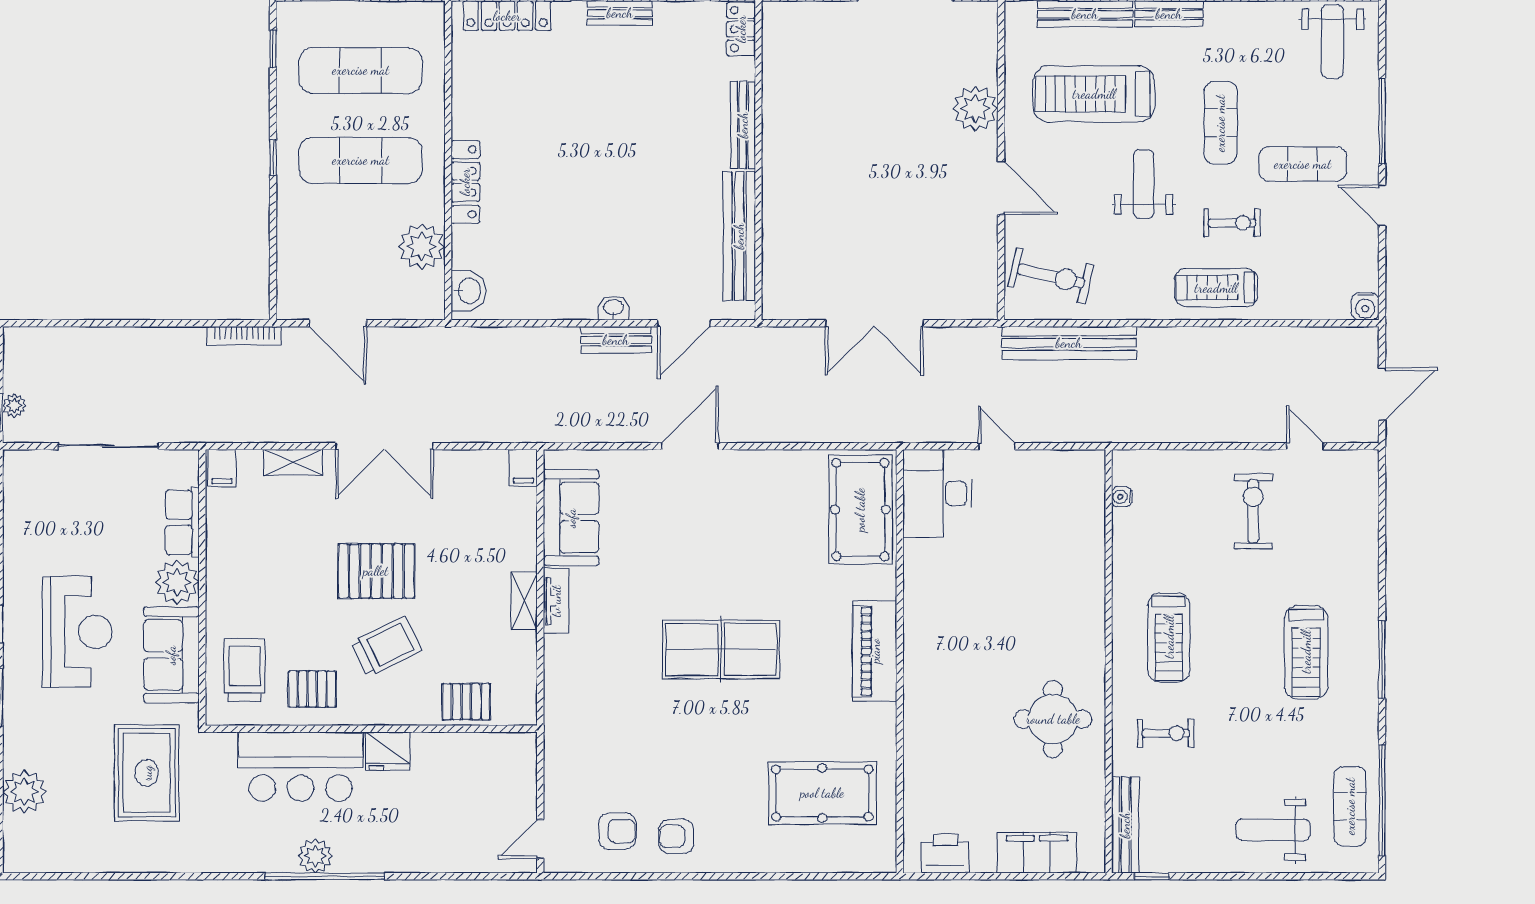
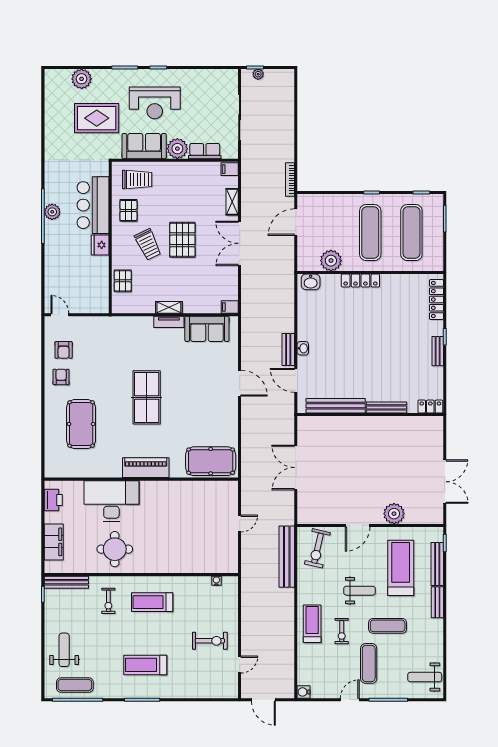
desk: (937, 493) -> (111, 501), moved, width x1.36, depth x1.30
rug: (147, 773) -> (97, 118), moved
pool table: (822, 793) -> (81, 424), moved

